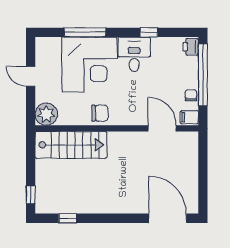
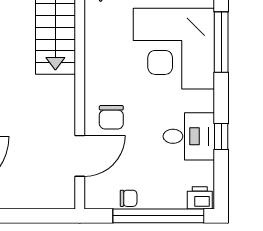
desk: (134, 54) -> (189, 136), moved
chair: (100, 113) -> (111, 117), moved
filing cabinet: (189, 117) -> (96, 196), removed

